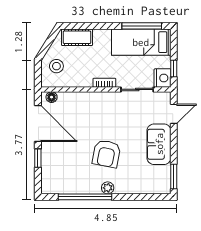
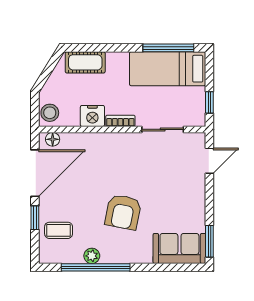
stool: (56, 66) -> (50, 113), moved
nightstand: (162, 78) -> (92, 116), moved, turned 90
door: (38, 123) -> (35, 173), hinge flipped
sofa: (159, 144) -> (179, 248), moved, turned 90
coffee table: (56, 168) -> (59, 230), added
plant: (108, 188) -> (92, 256), moved

